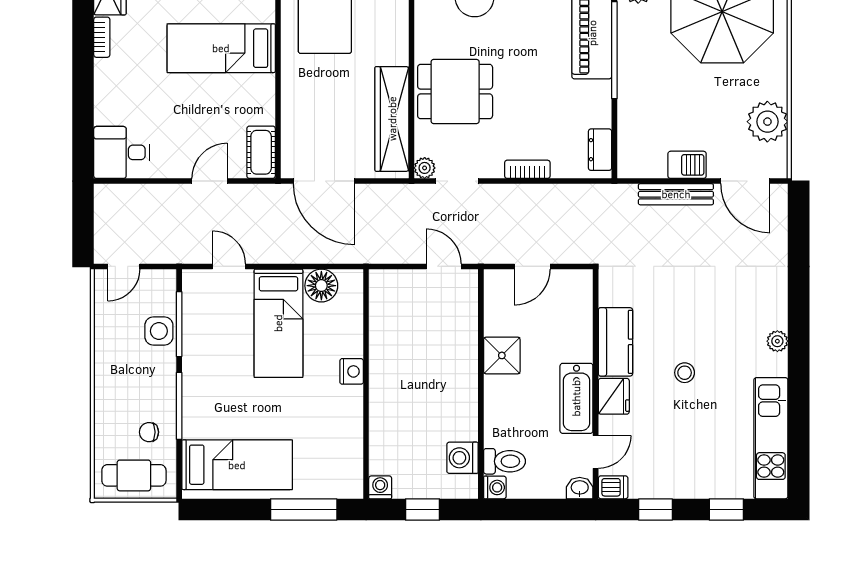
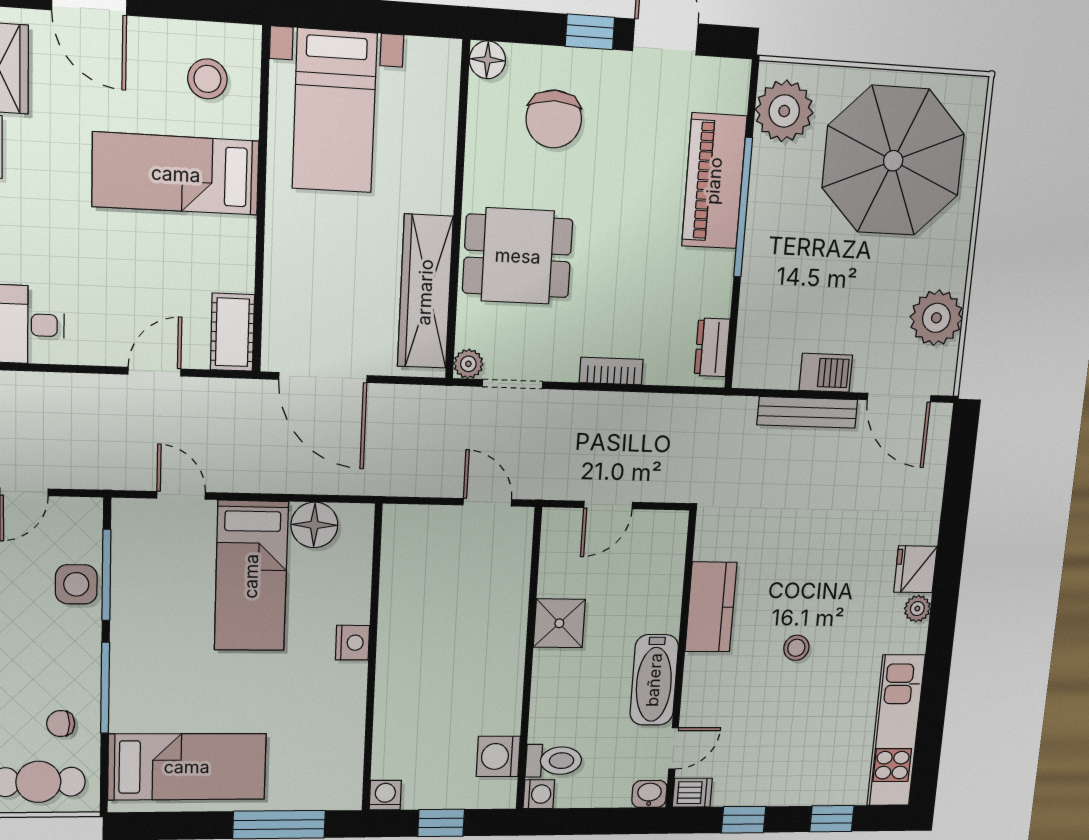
fridge: (614, 396) -> (915, 569), moved, turned 180

